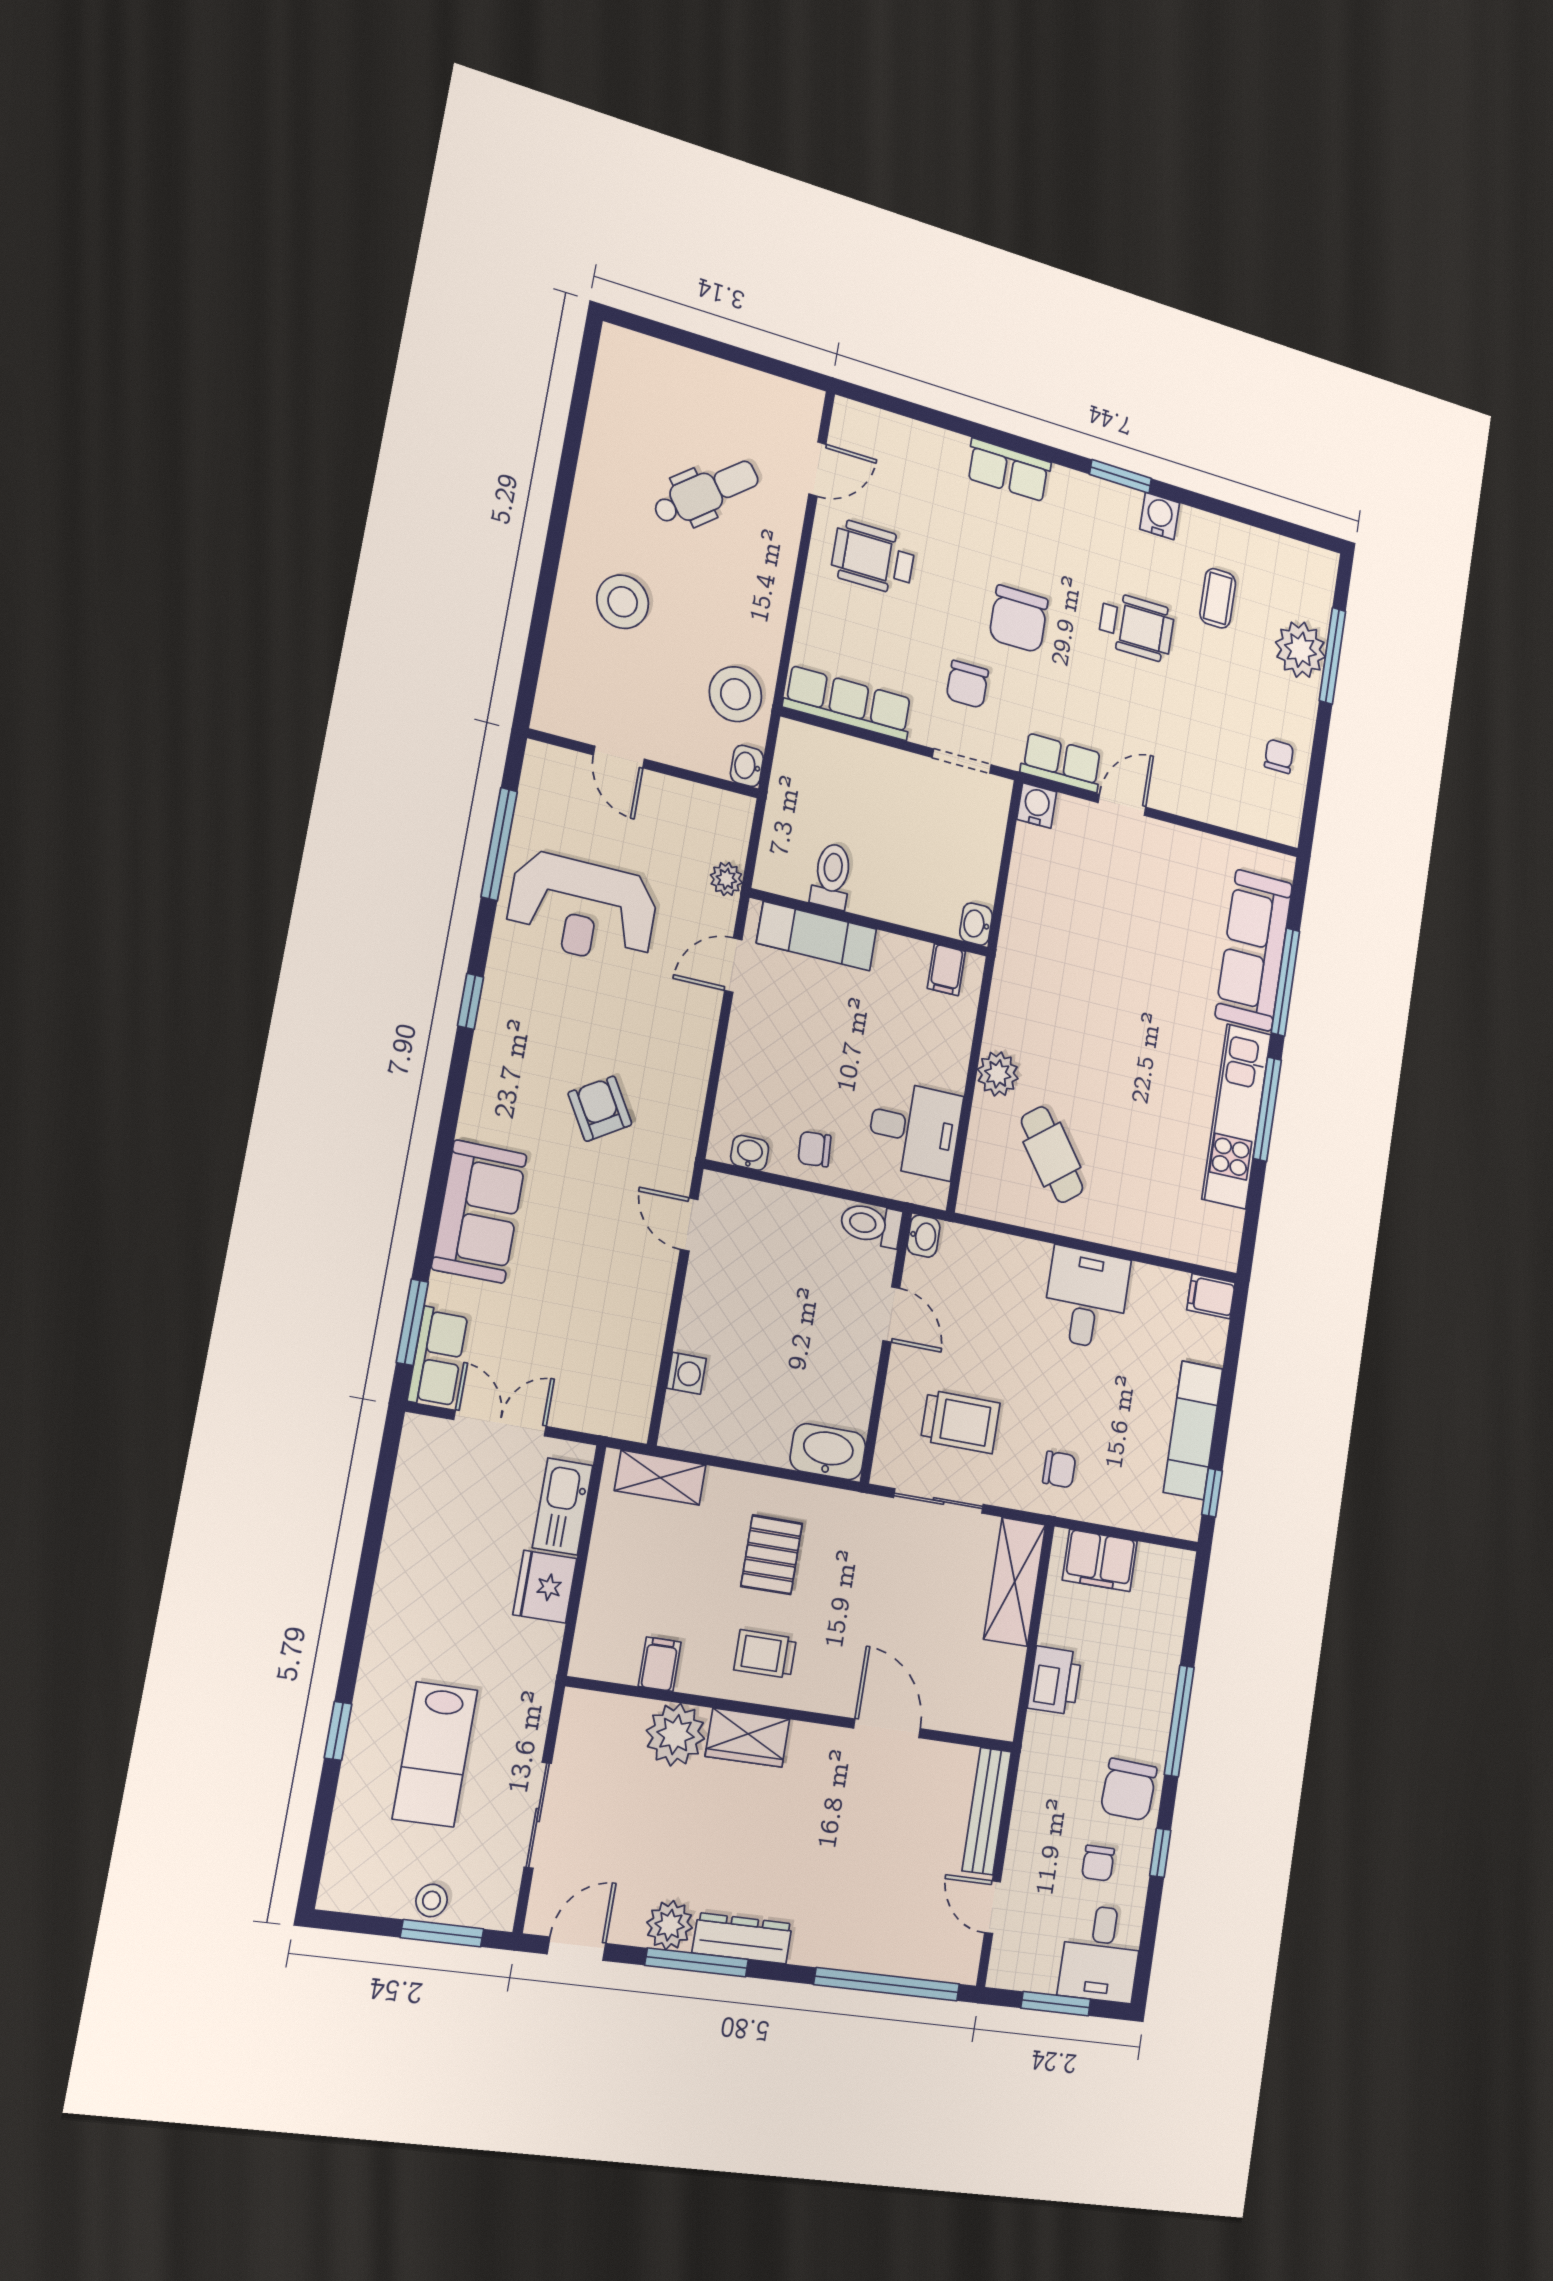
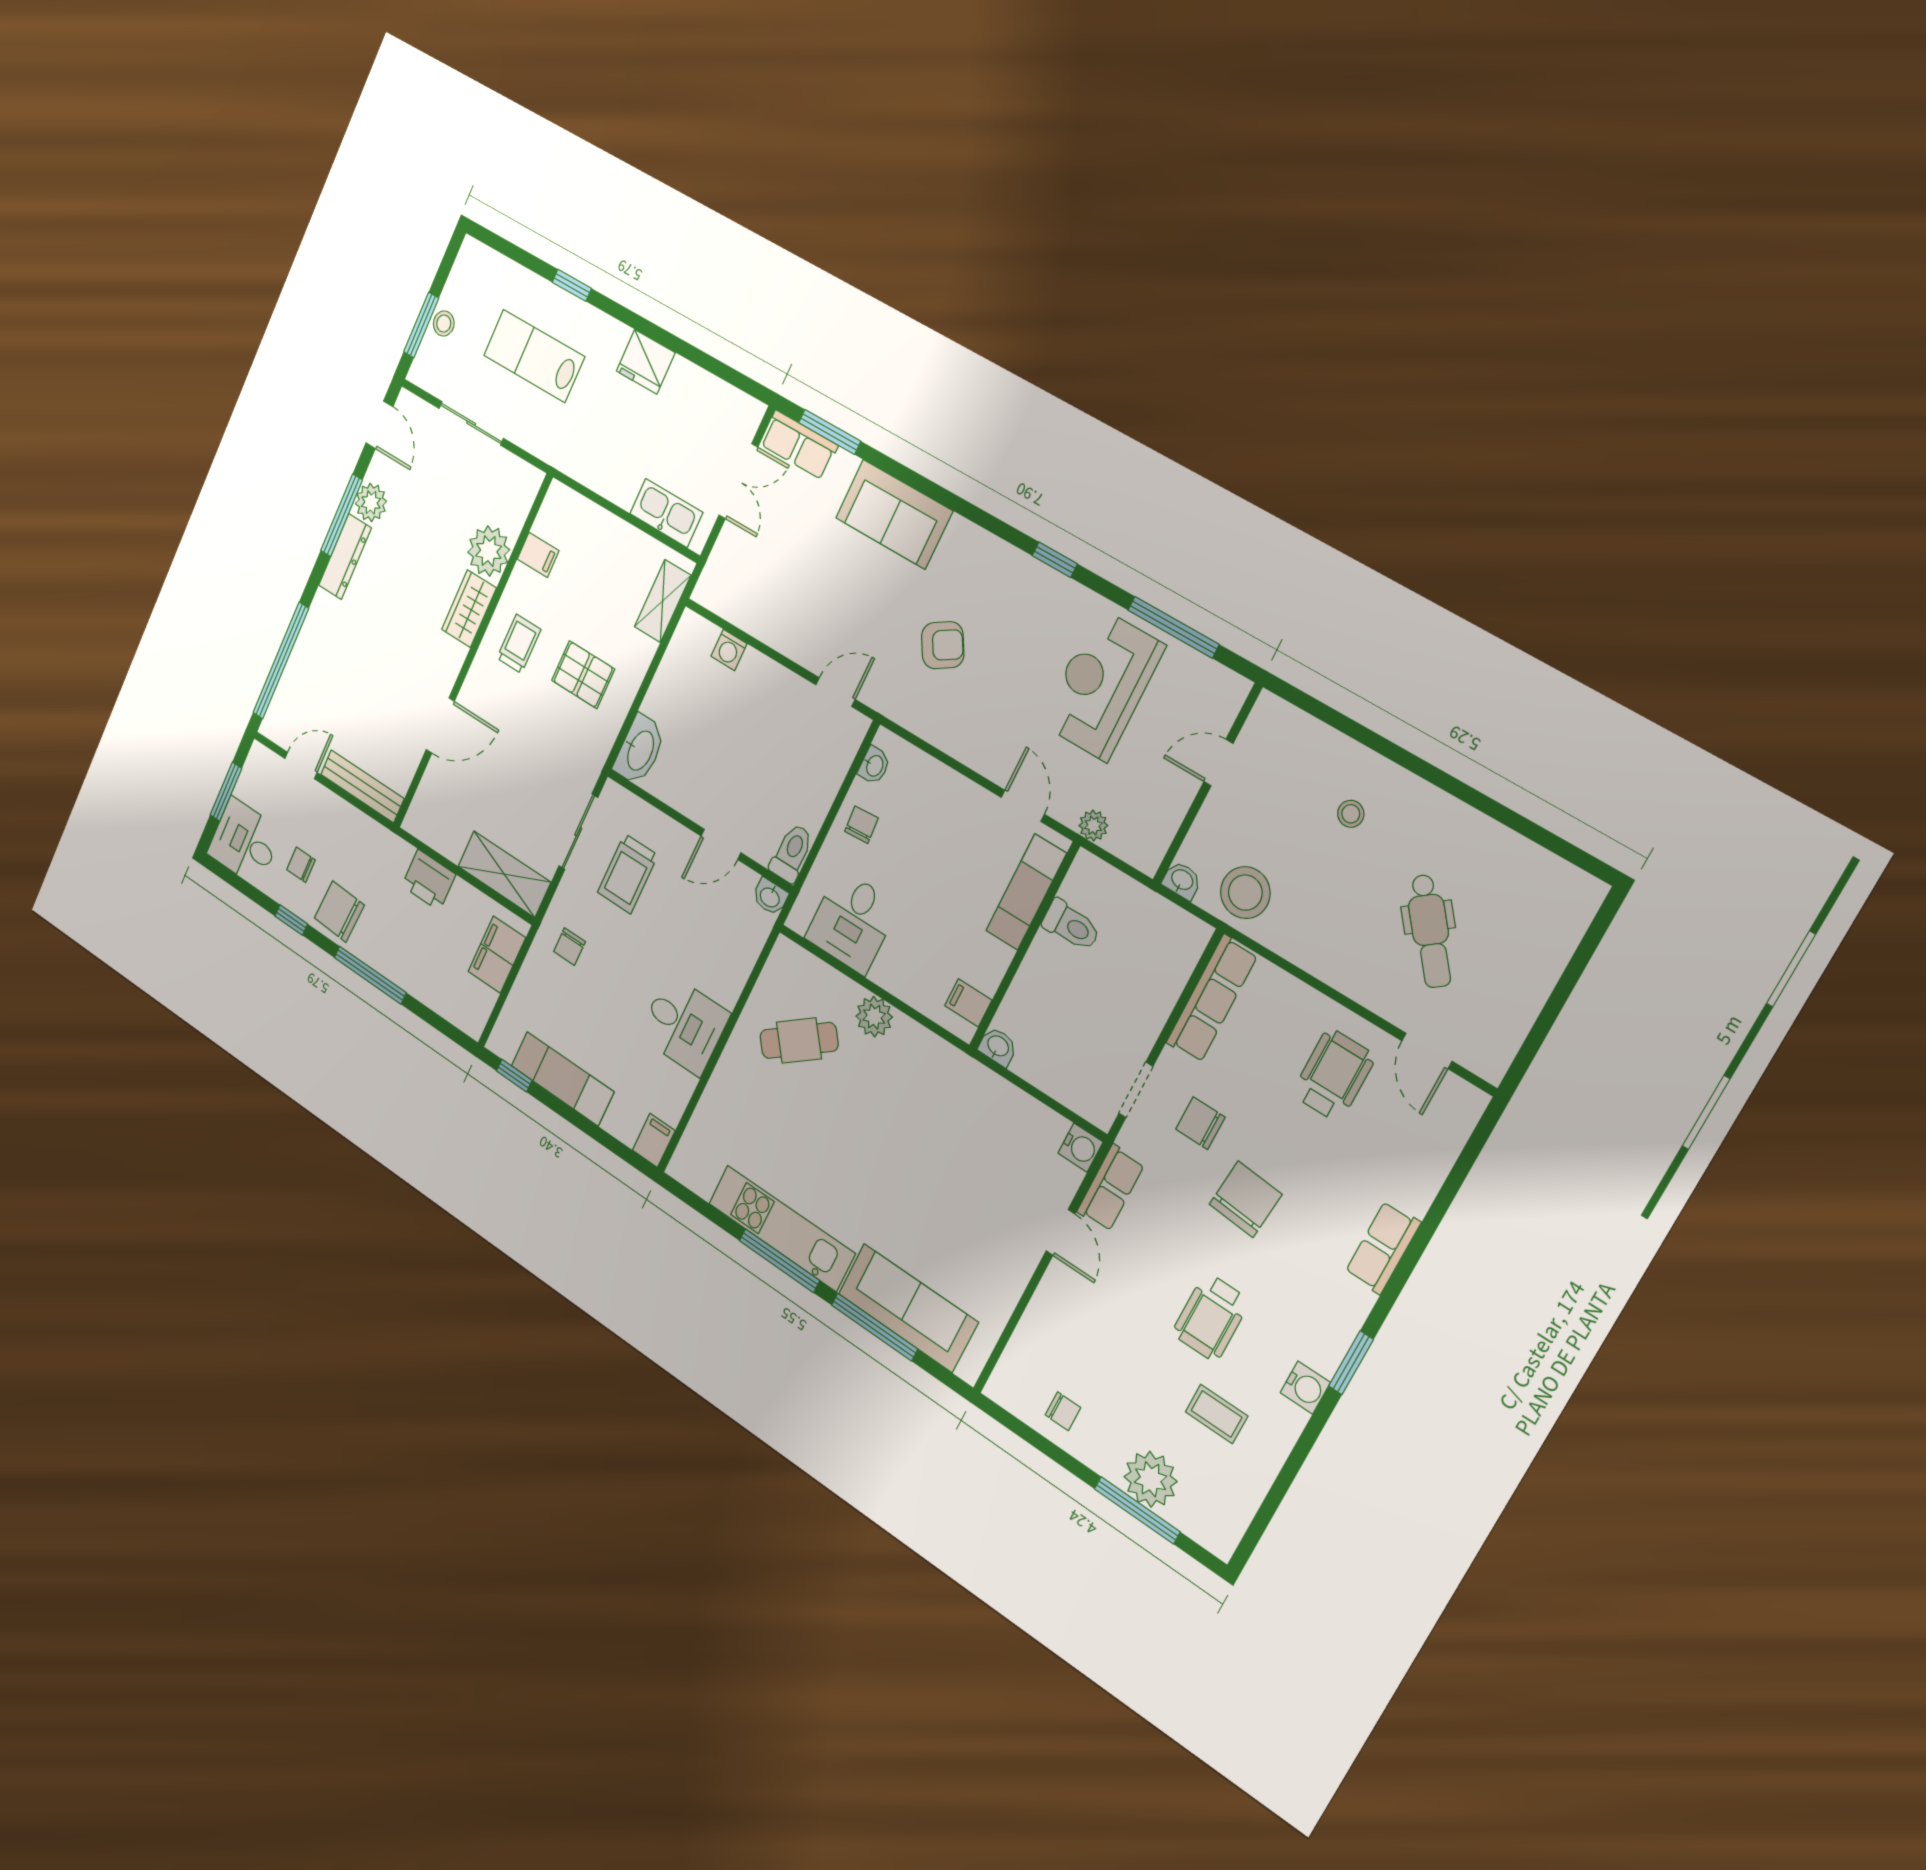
stool: (623, 602) -> (1351, 814), width x0.53, depth x0.53
chair: (1019, 619) -> (1246, 1199), turned 95
fridge: (545, 1587) -> (646, 362), moved, turned 180

